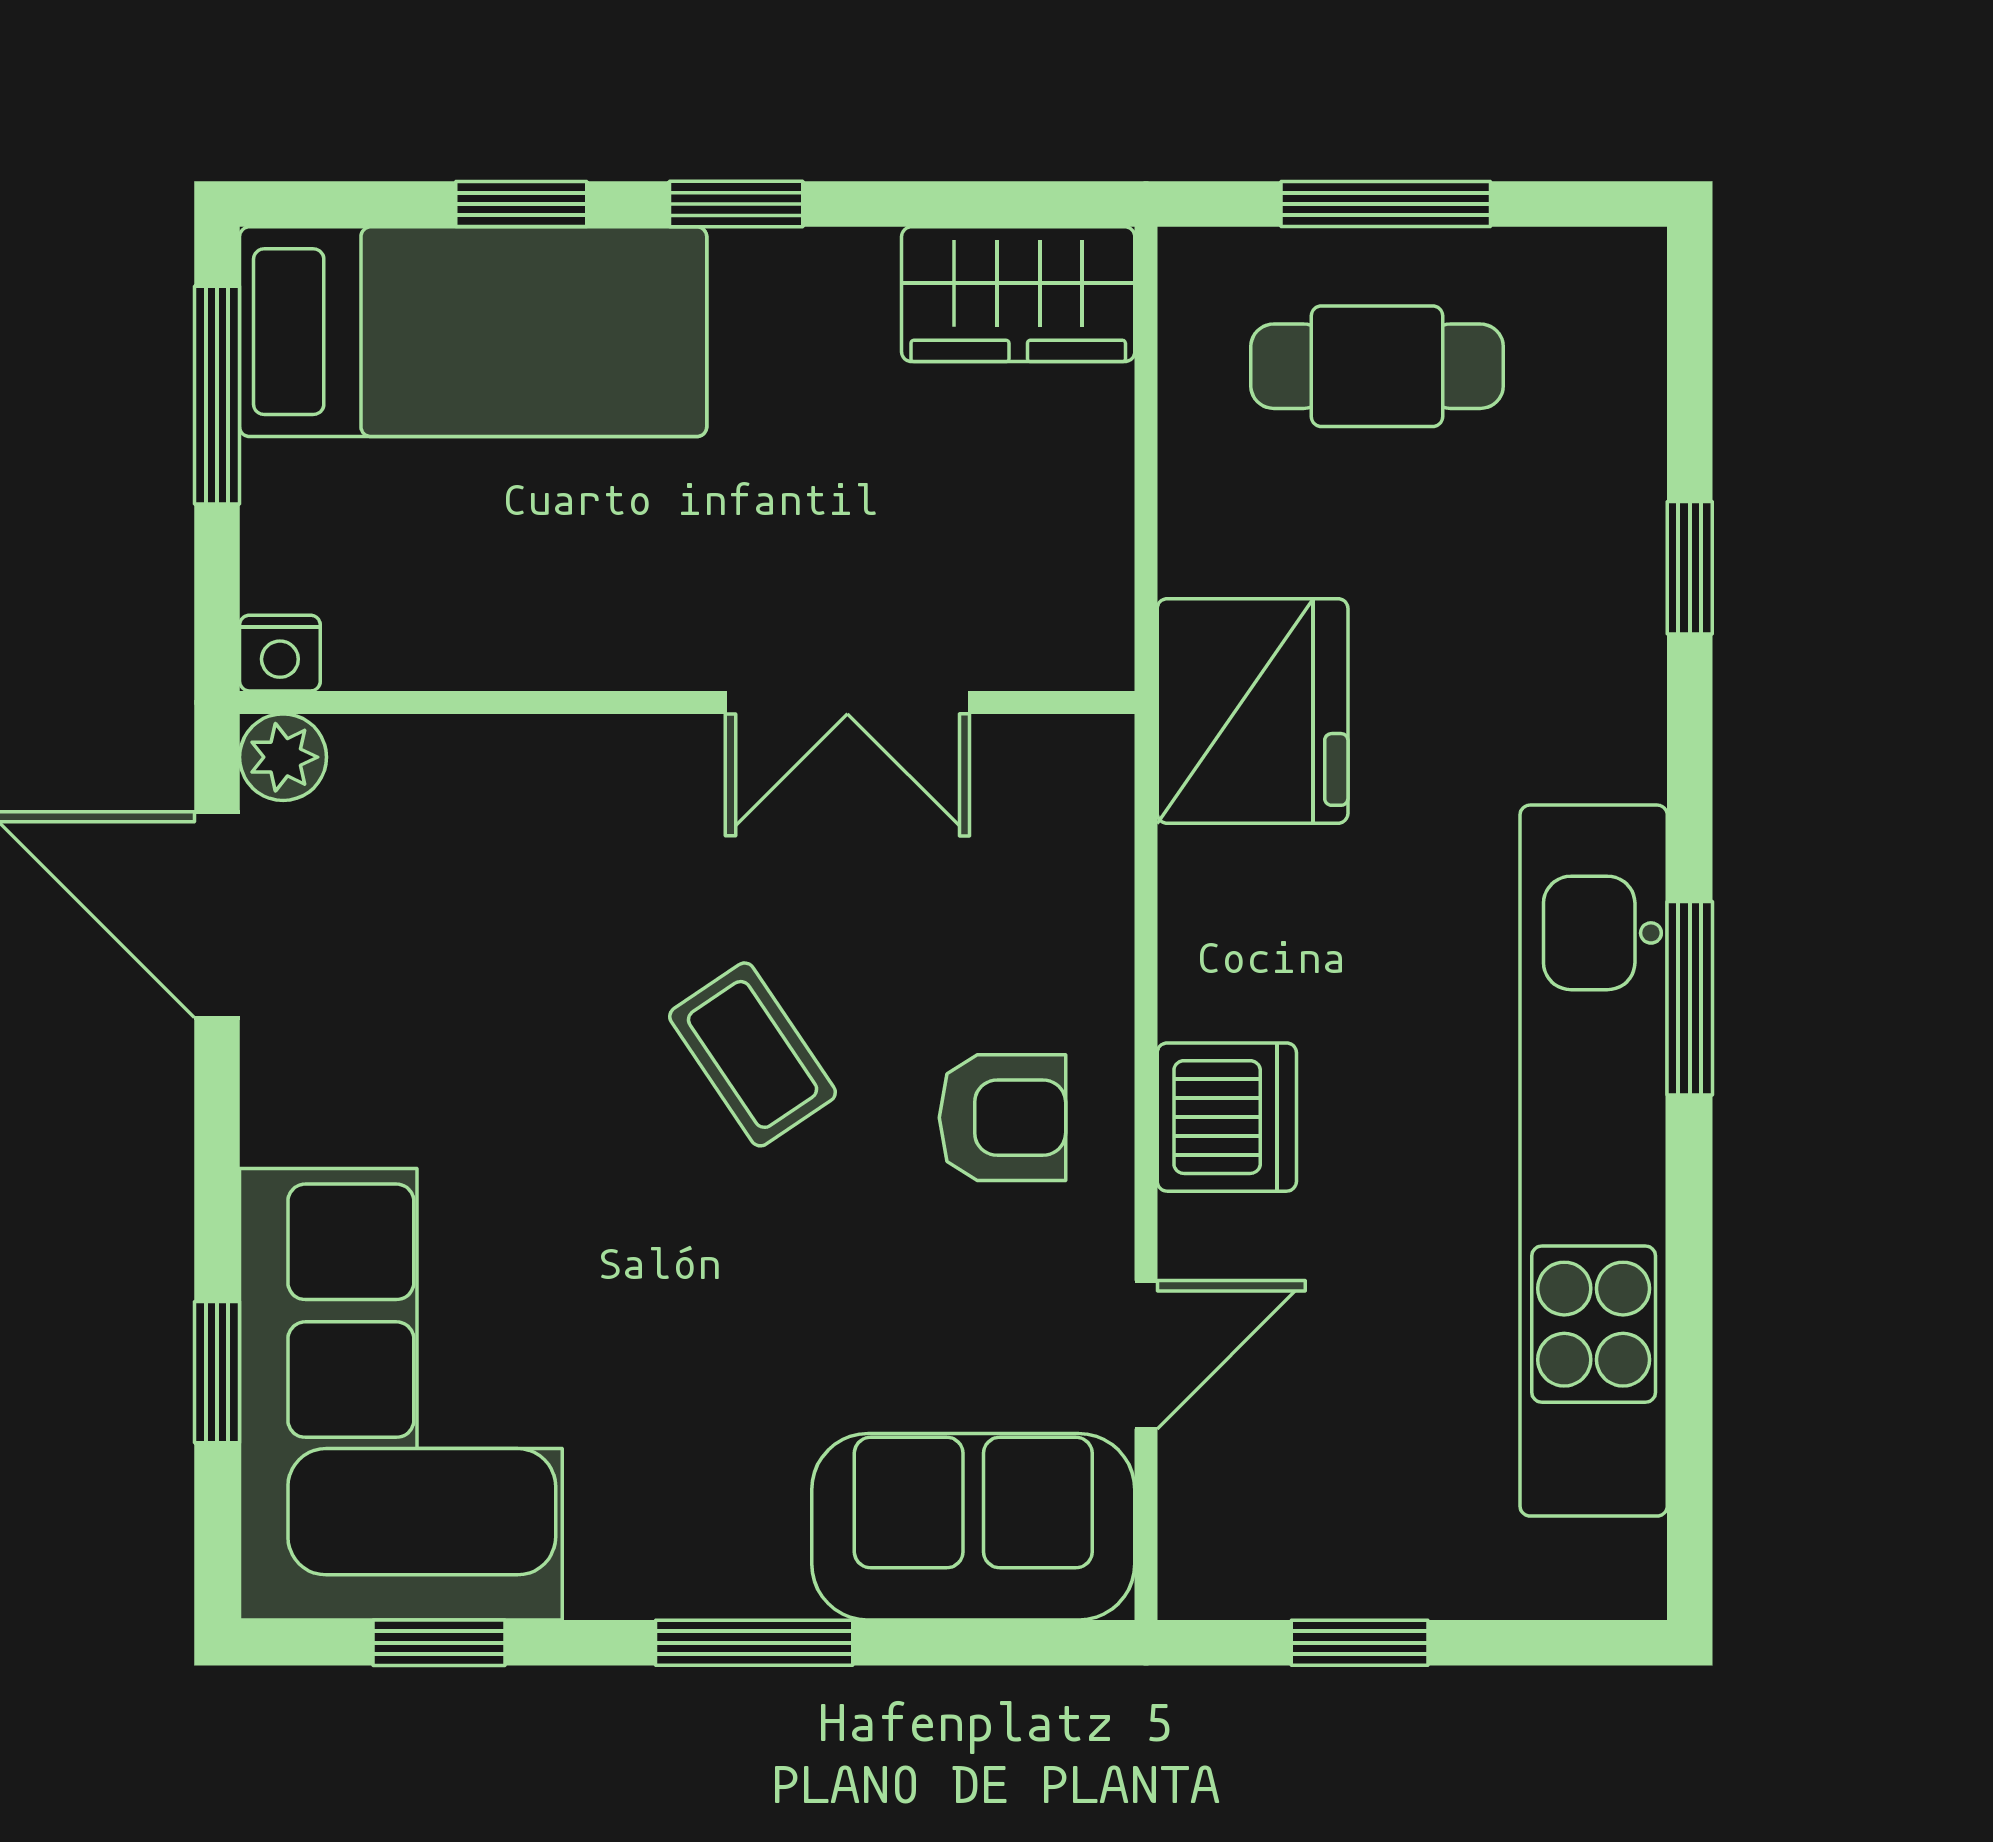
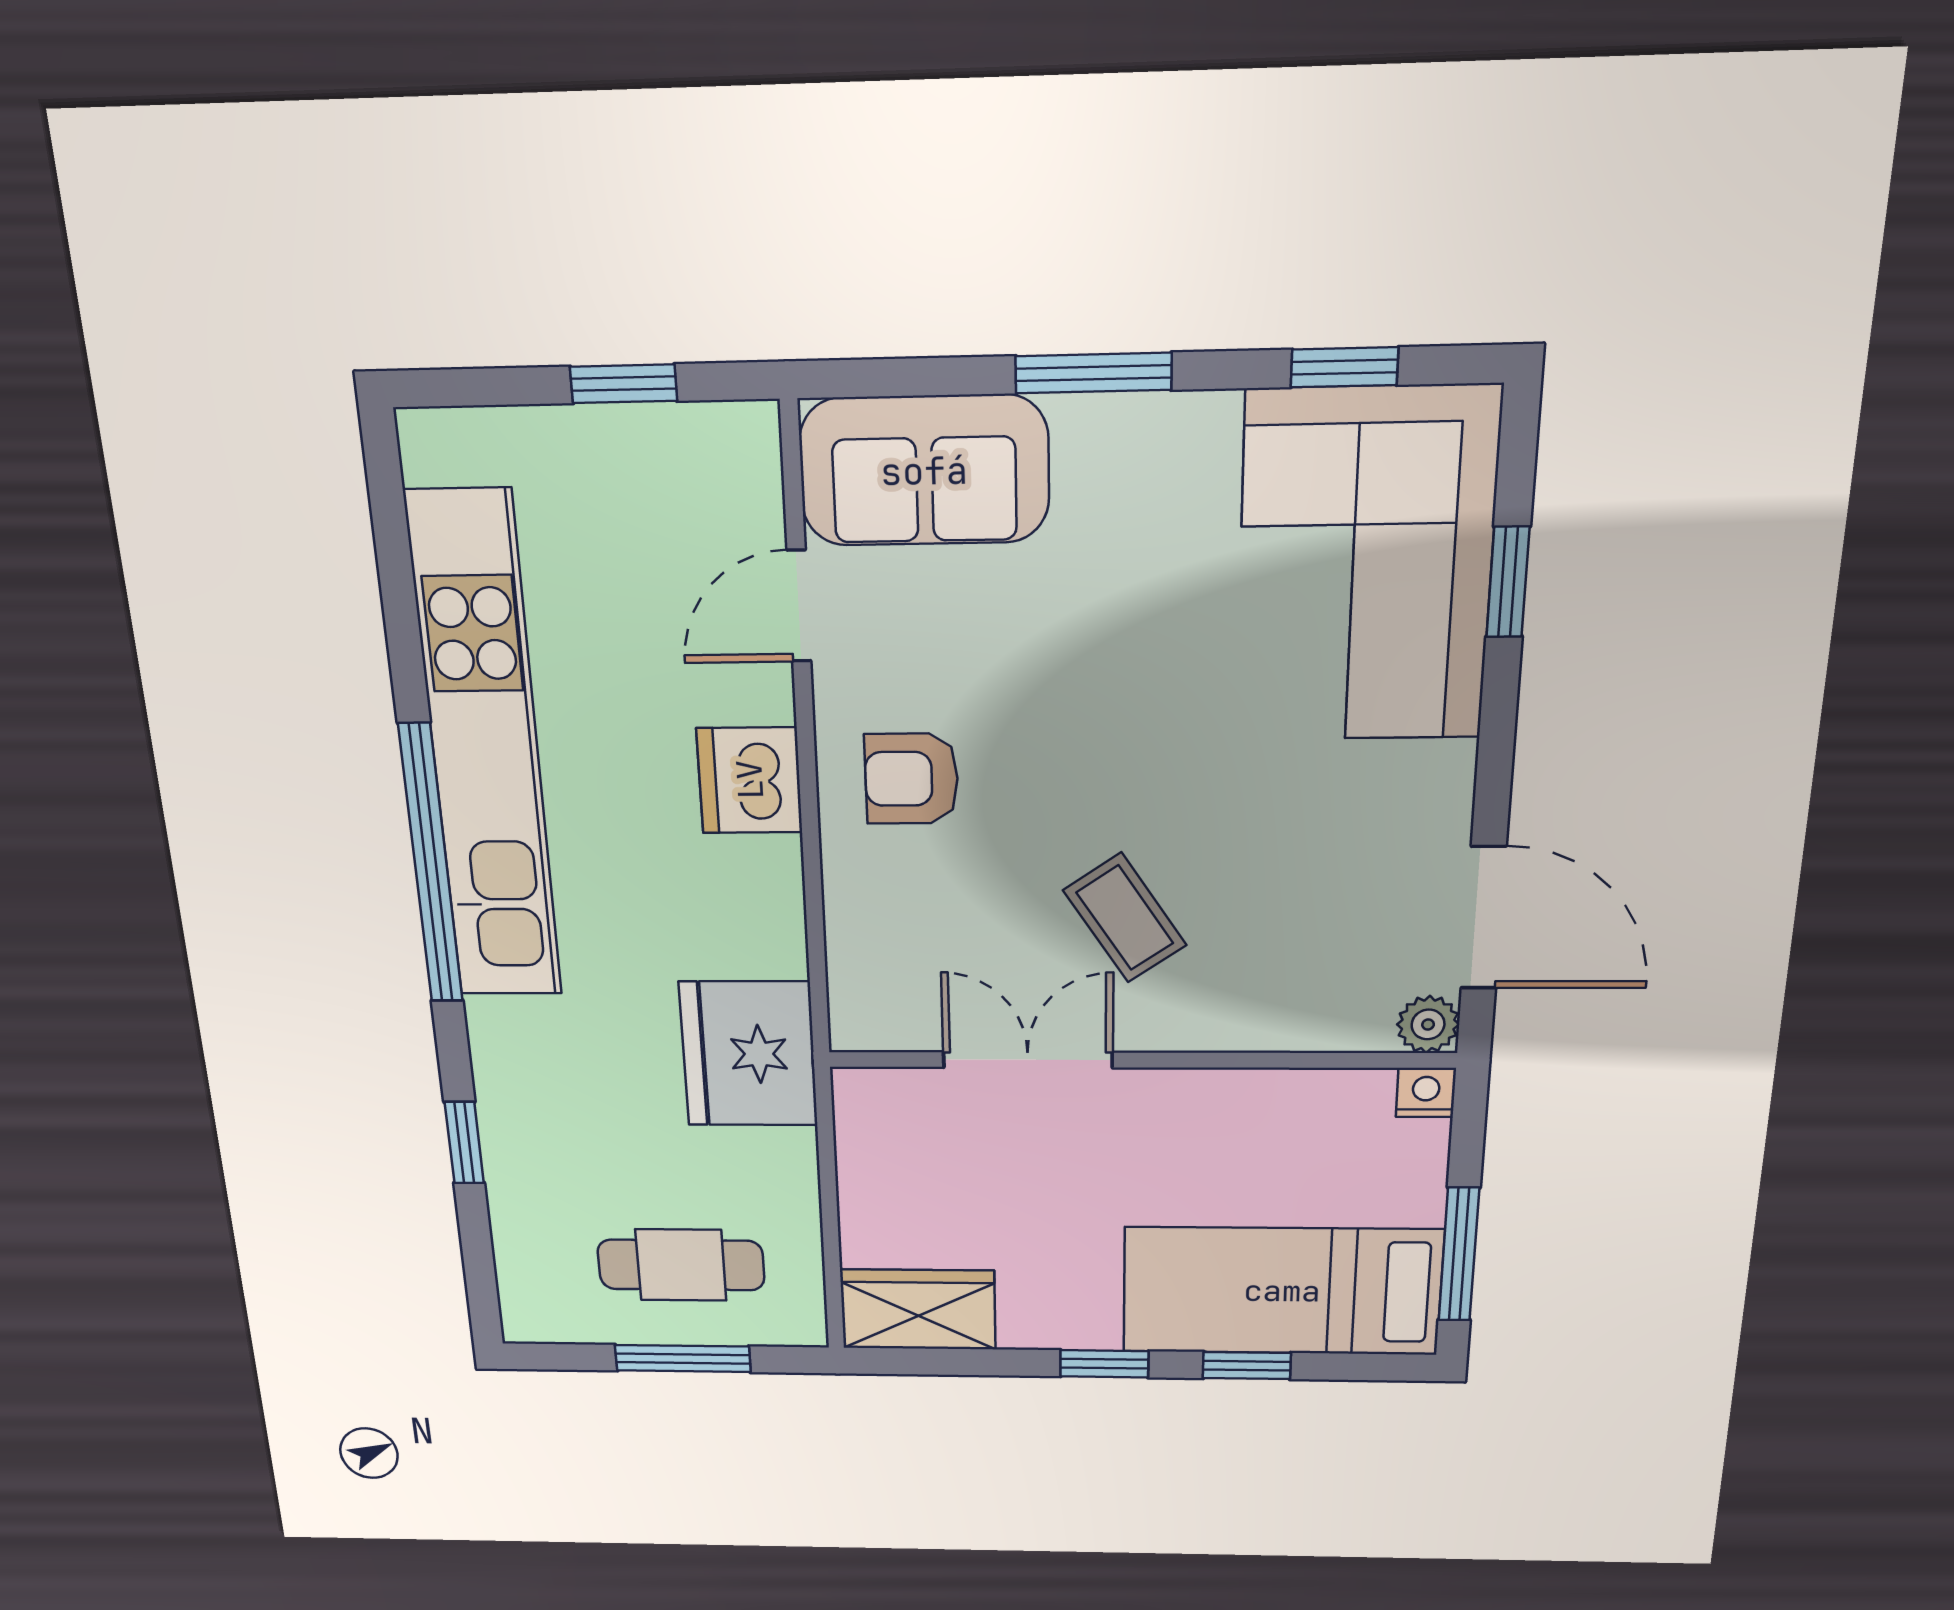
window: (1690, 998) -> (431, 865), width x2.11
coffee table: (753, 1054) -> (1125, 918), moved

